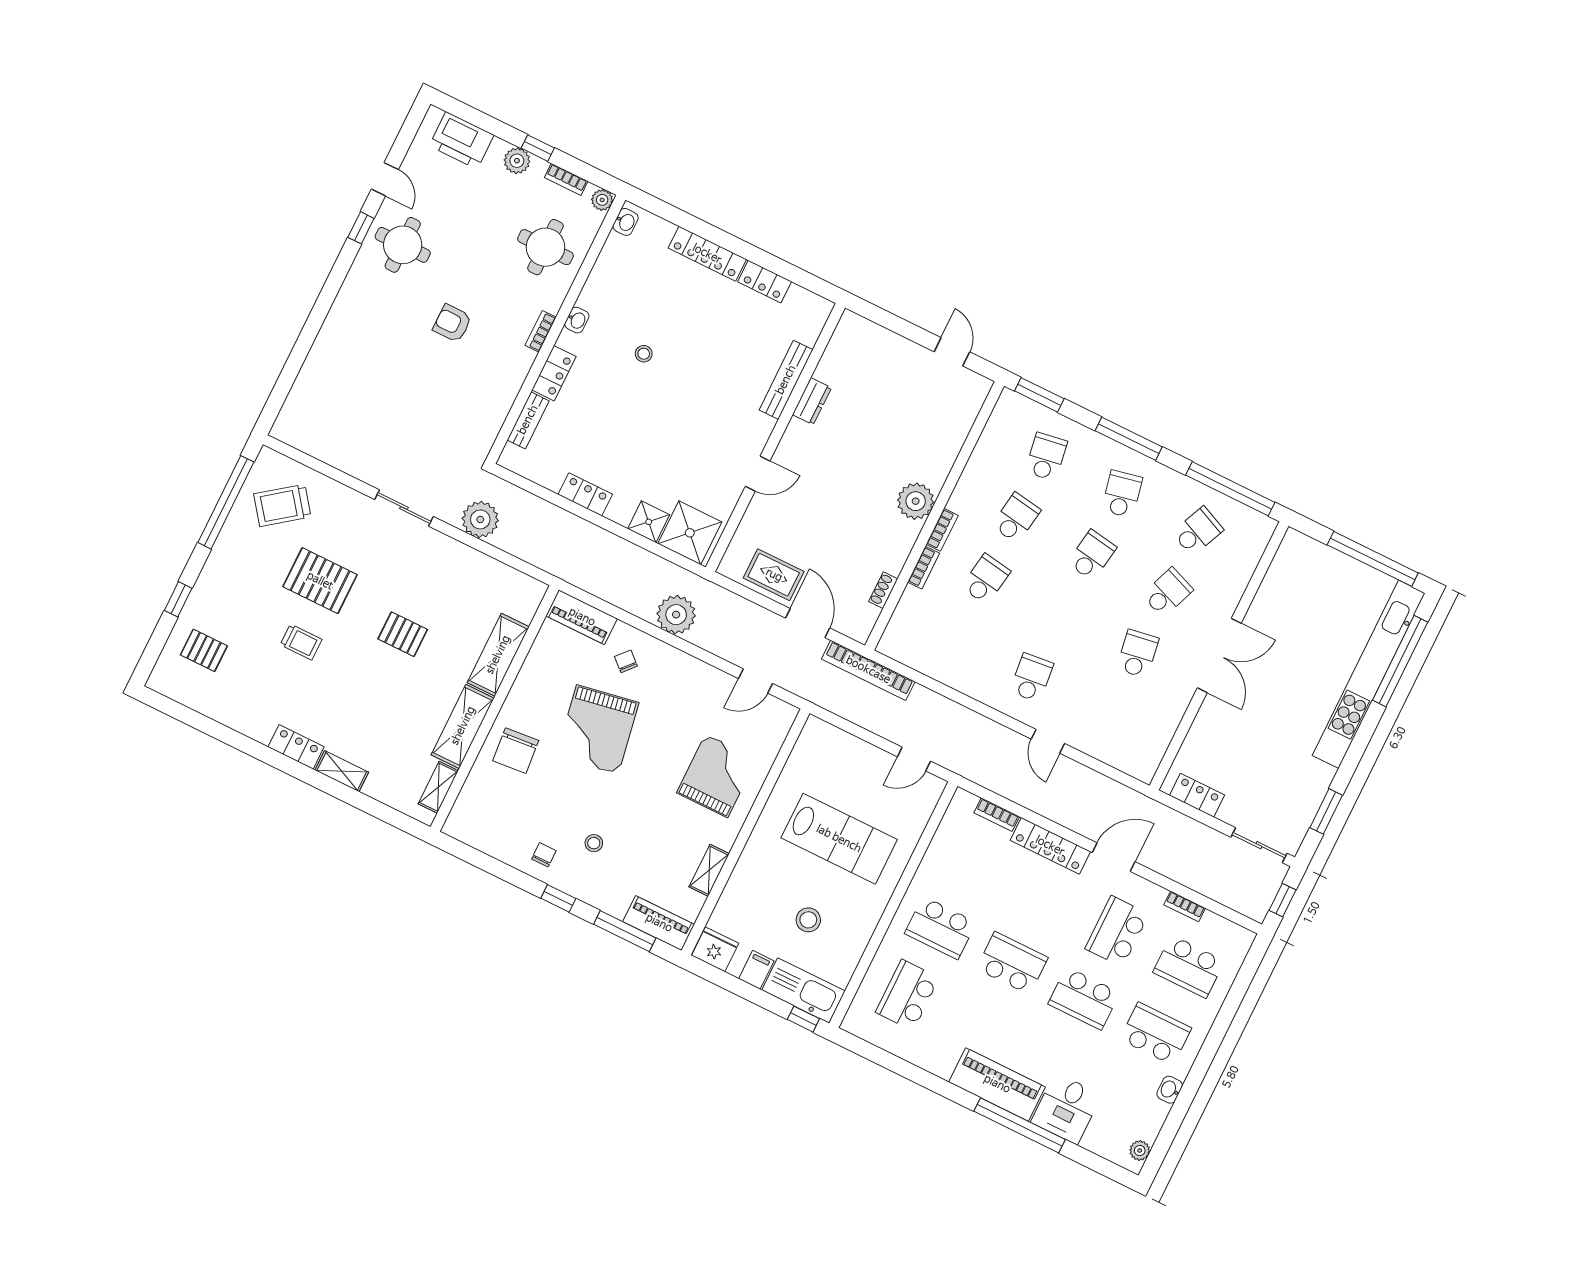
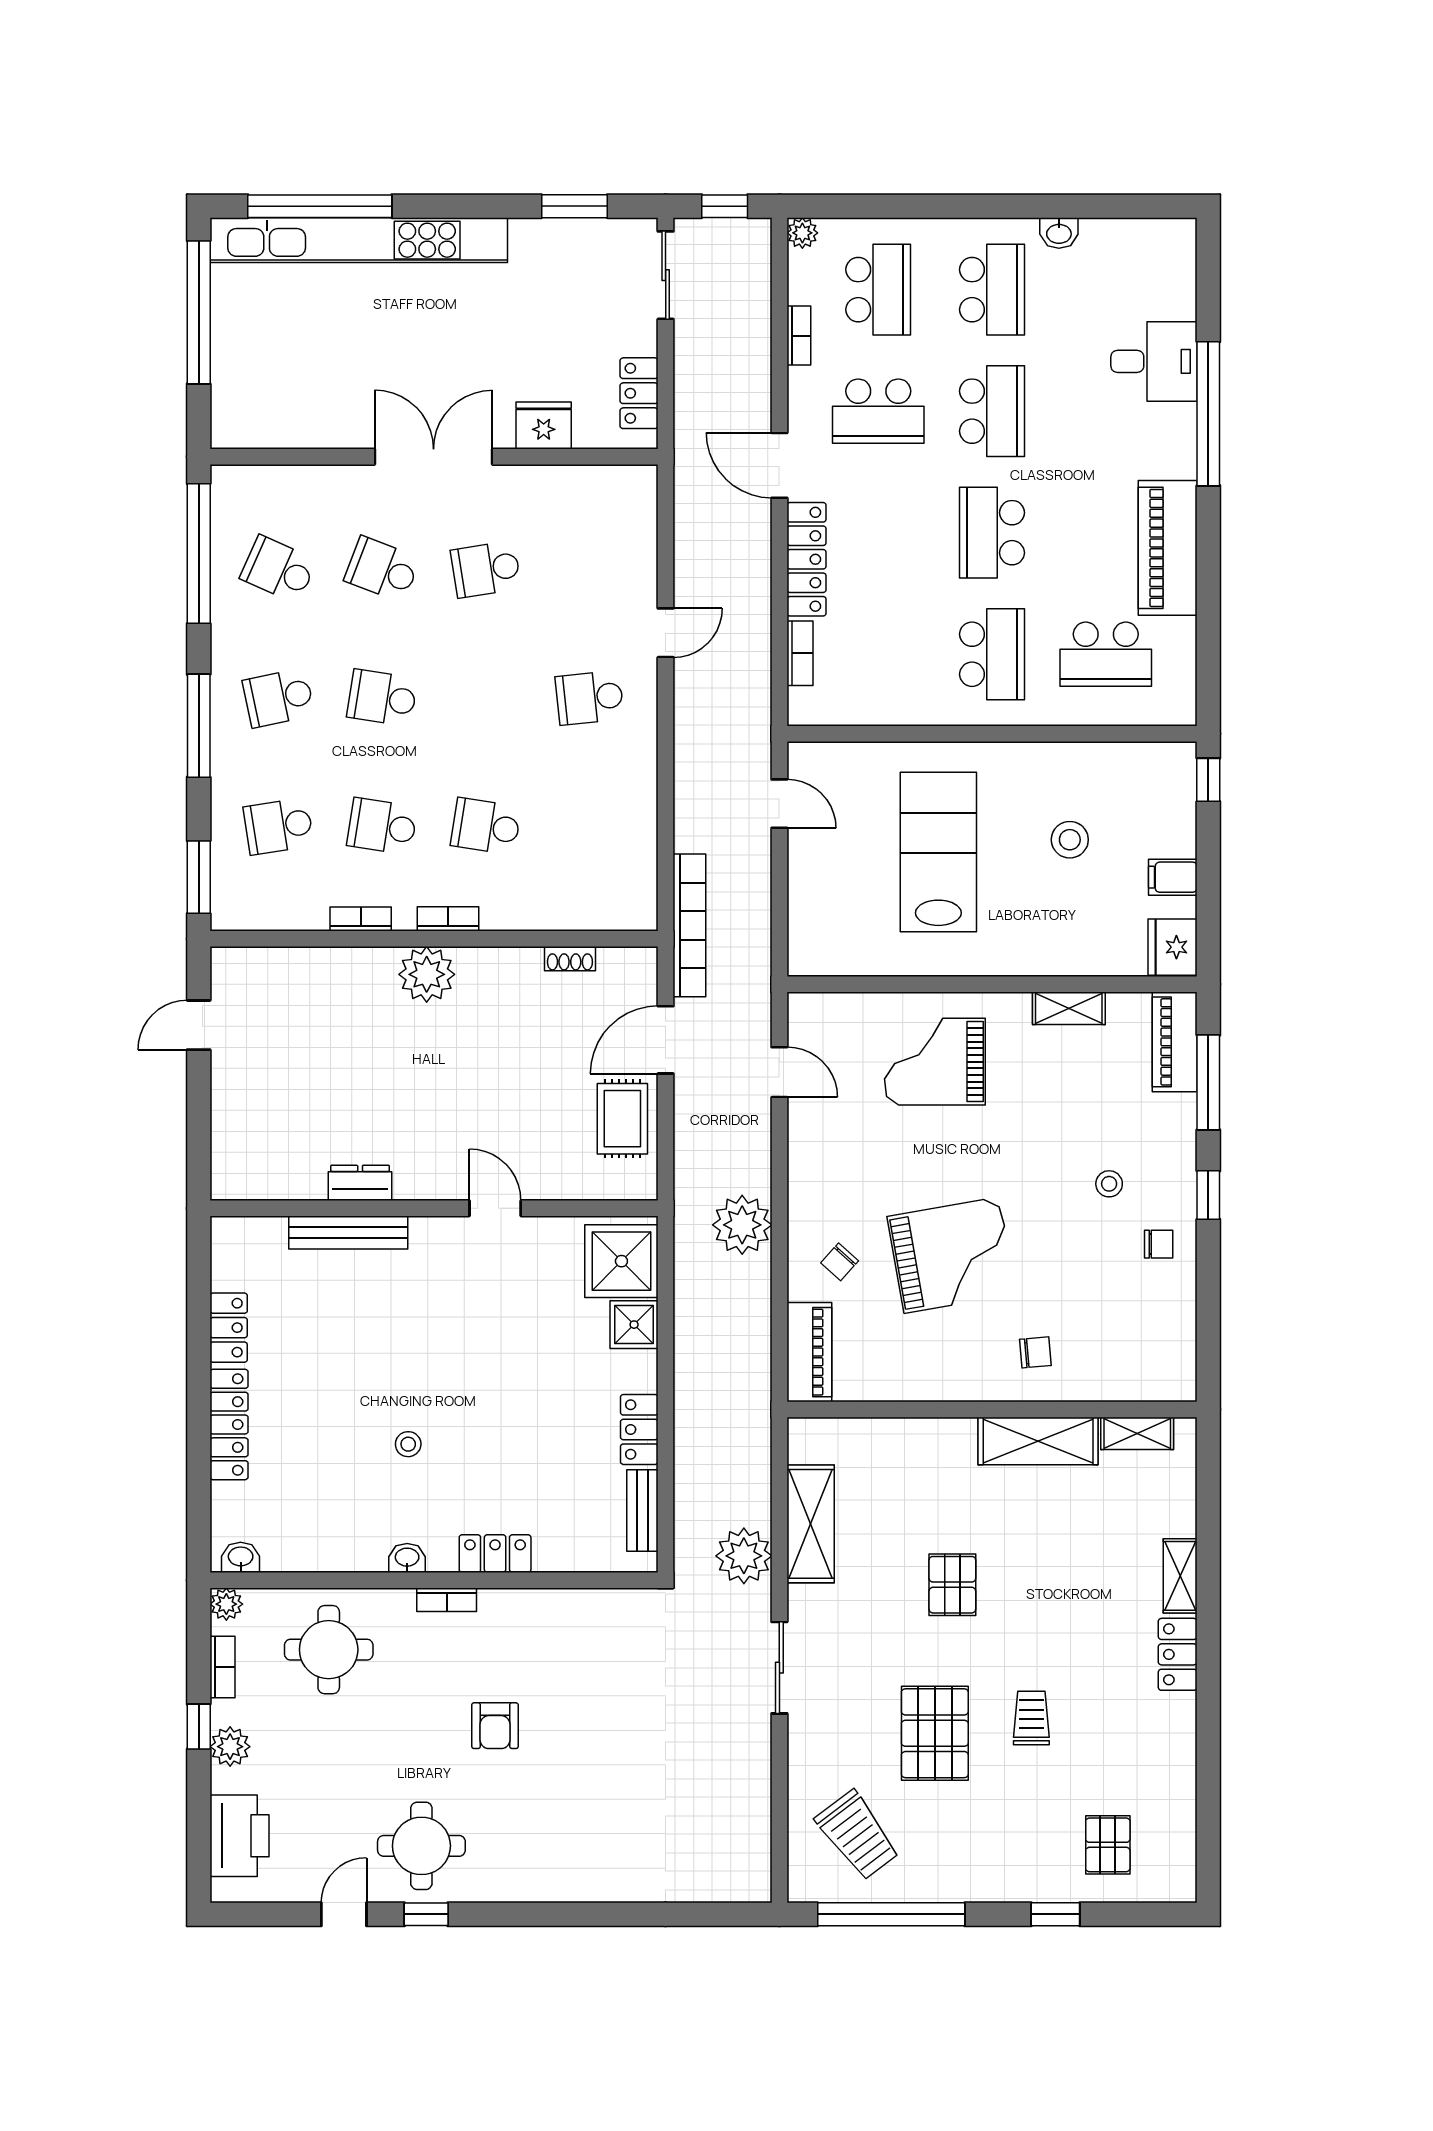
bench: (528, 420) -> (642, 1510), moved, turned 90
bookcase: (923, 568) -> (361, 919), moved
shelving: (498, 655) -> (811, 1524), moved, turned 90
fridge: (1206, 730) -> (544, 426), added
chair: (516, 751) -> (1035, 1352), width x0.54, depth x0.54
chair: (544, 855) -> (1159, 1244), turned 180
kitchen sink: (804, 991) -> (1169, 799), removed
school desk: (1156, 1034) -> (992, 290), turned 180
piano: (997, 1084) -> (1168, 548), moved
plant: (1140, 1151) -> (802, 233), moved

